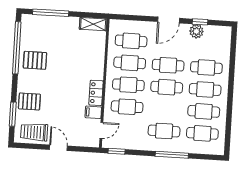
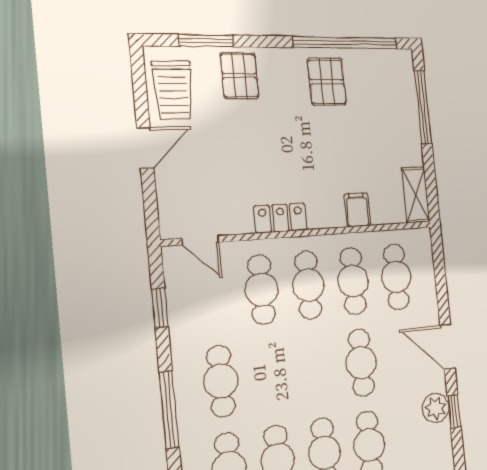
cafe table: (167, 87) -> (316, 369), removed
filing cabinet: (93, 112) -> (357, 210), moved
trolley: (34, 132) -> (173, 90), turned 180
window: (117, 151) -> (160, 308), moved

